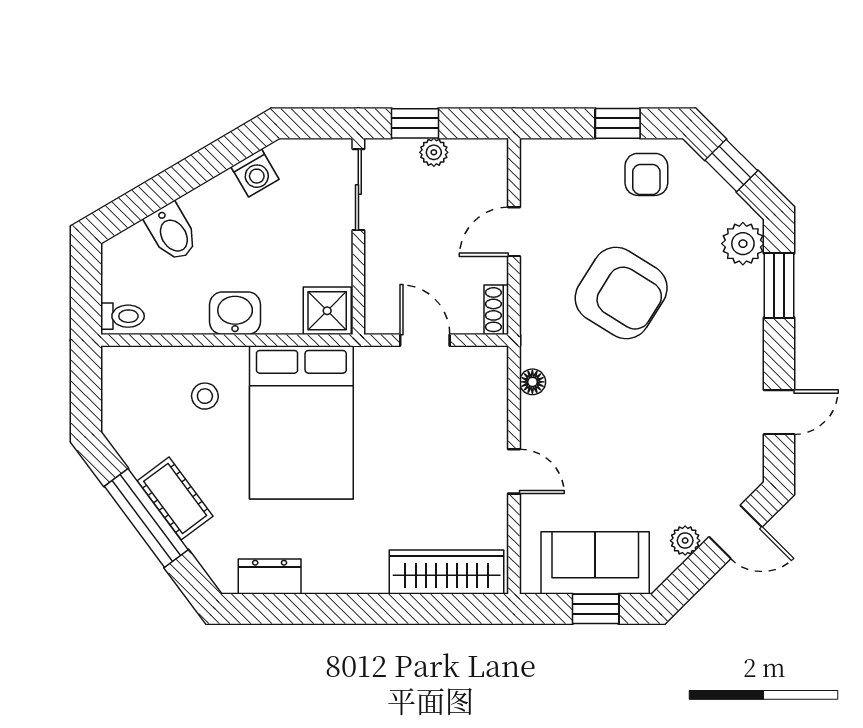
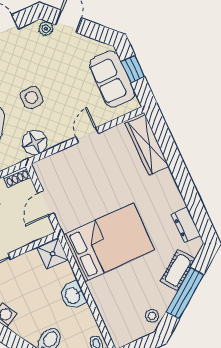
floor lamp: (532, 382) -> (35, 142), width x1.89, depth x1.89
stool: (205, 396) -> (152, 316), moved
side table: (628, 402) -> (31, 97), added
cot: (175, 498) -> (178, 270), moved
plant: (685, 541) -> (46, 29), moved

